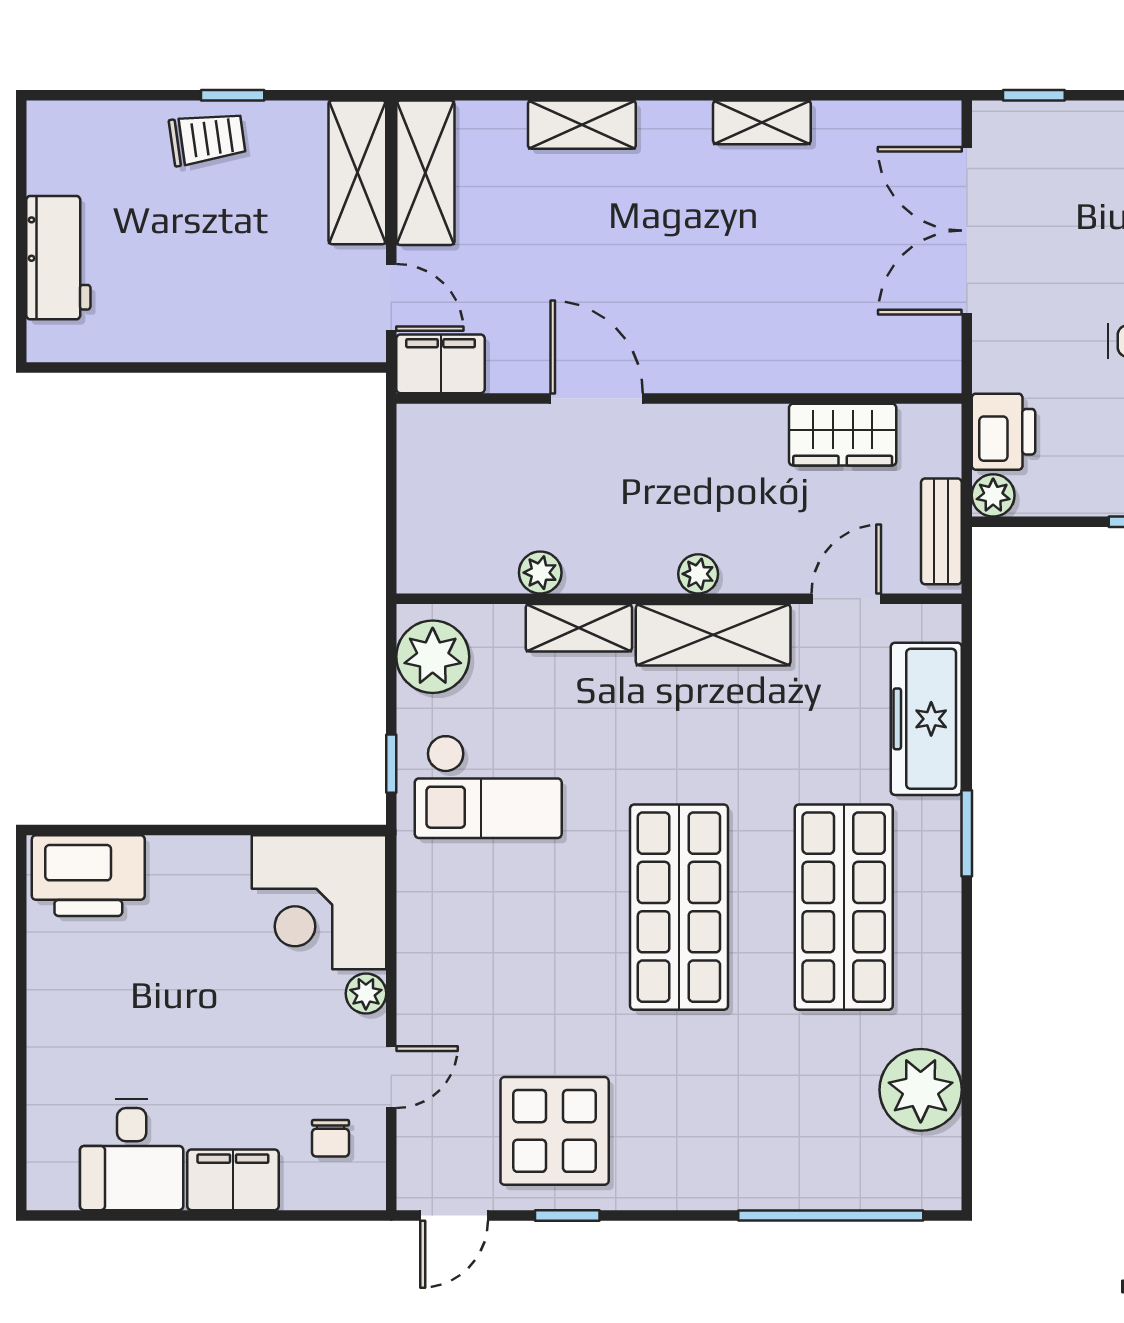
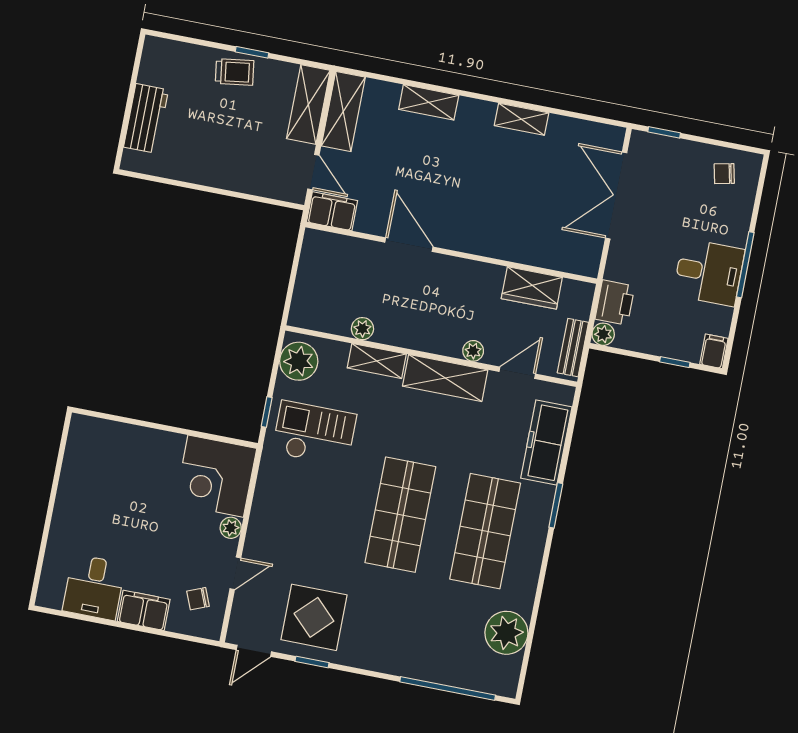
plant: (698, 574) -> (473, 351), moved
checkout: (488, 787) -> (314, 434), turned 180
printer: (88, 876) -> (100, 439), removed
chair: (331, 1138) -> (198, 599), turned 68

